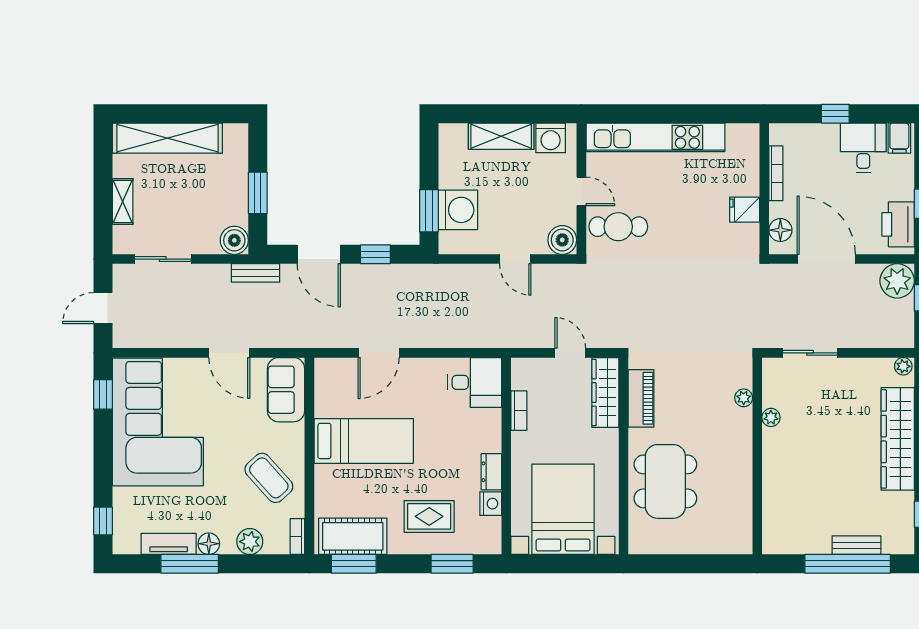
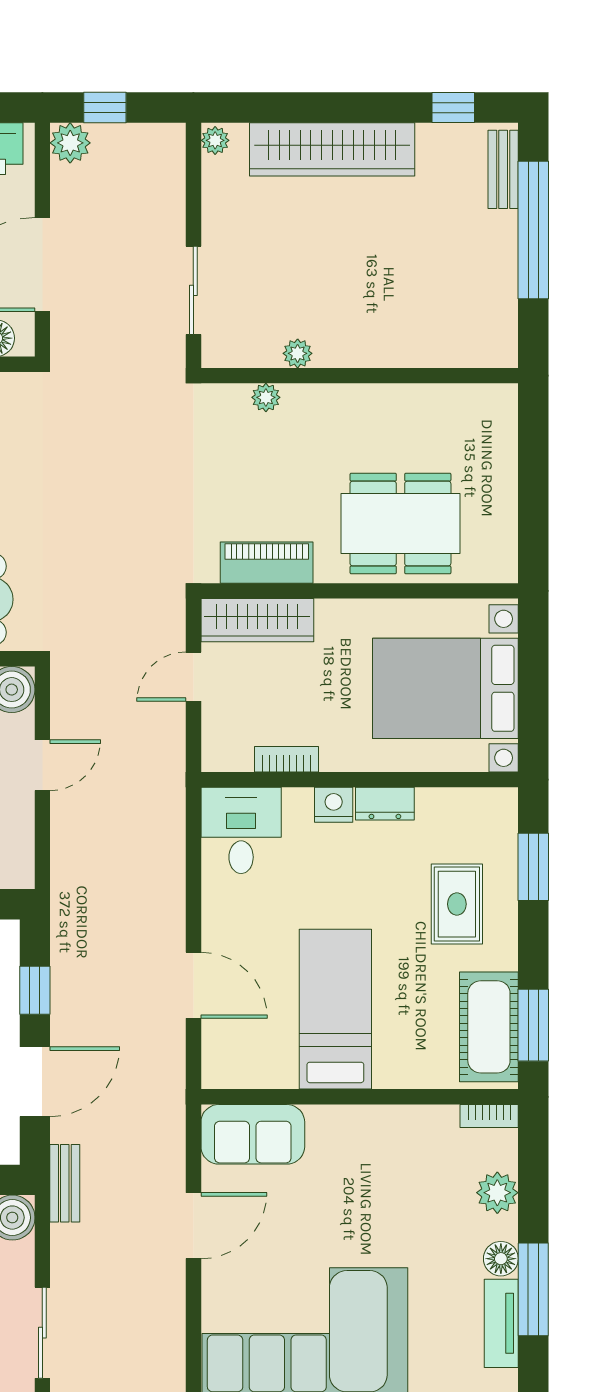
plant: (897, 281) -> (70, 143), width x0.73, depth x0.73
coffee table: (269, 478) -> (395, 1162), removed
nightstand: (491, 504) -> (334, 805), moved
bench: (856, 545) -> (503, 169), moved

